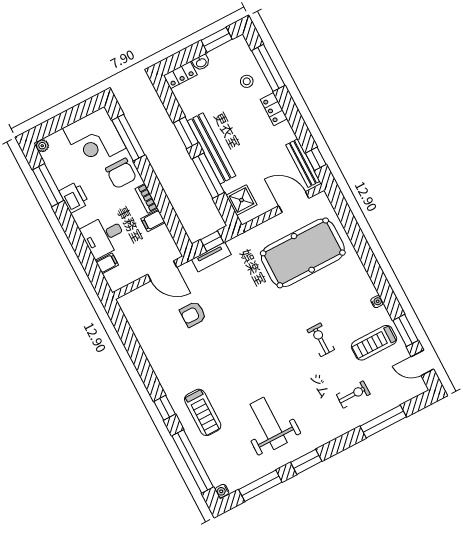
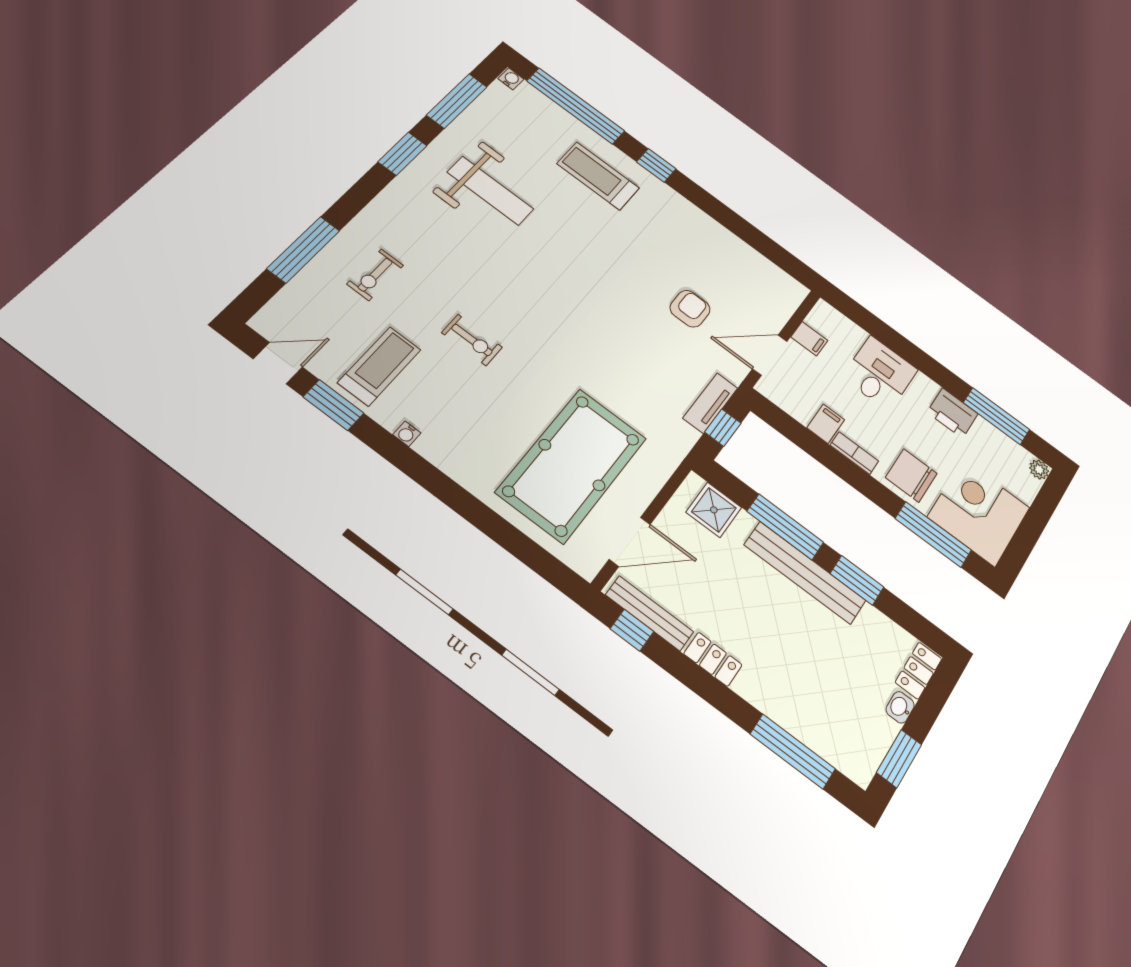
stool: (247, 81) -> (814, 711), removed
locker: (274, 109) -> (713, 659), moved
filing cabinet: (107, 263) -> (809, 339), moved, turned -90

